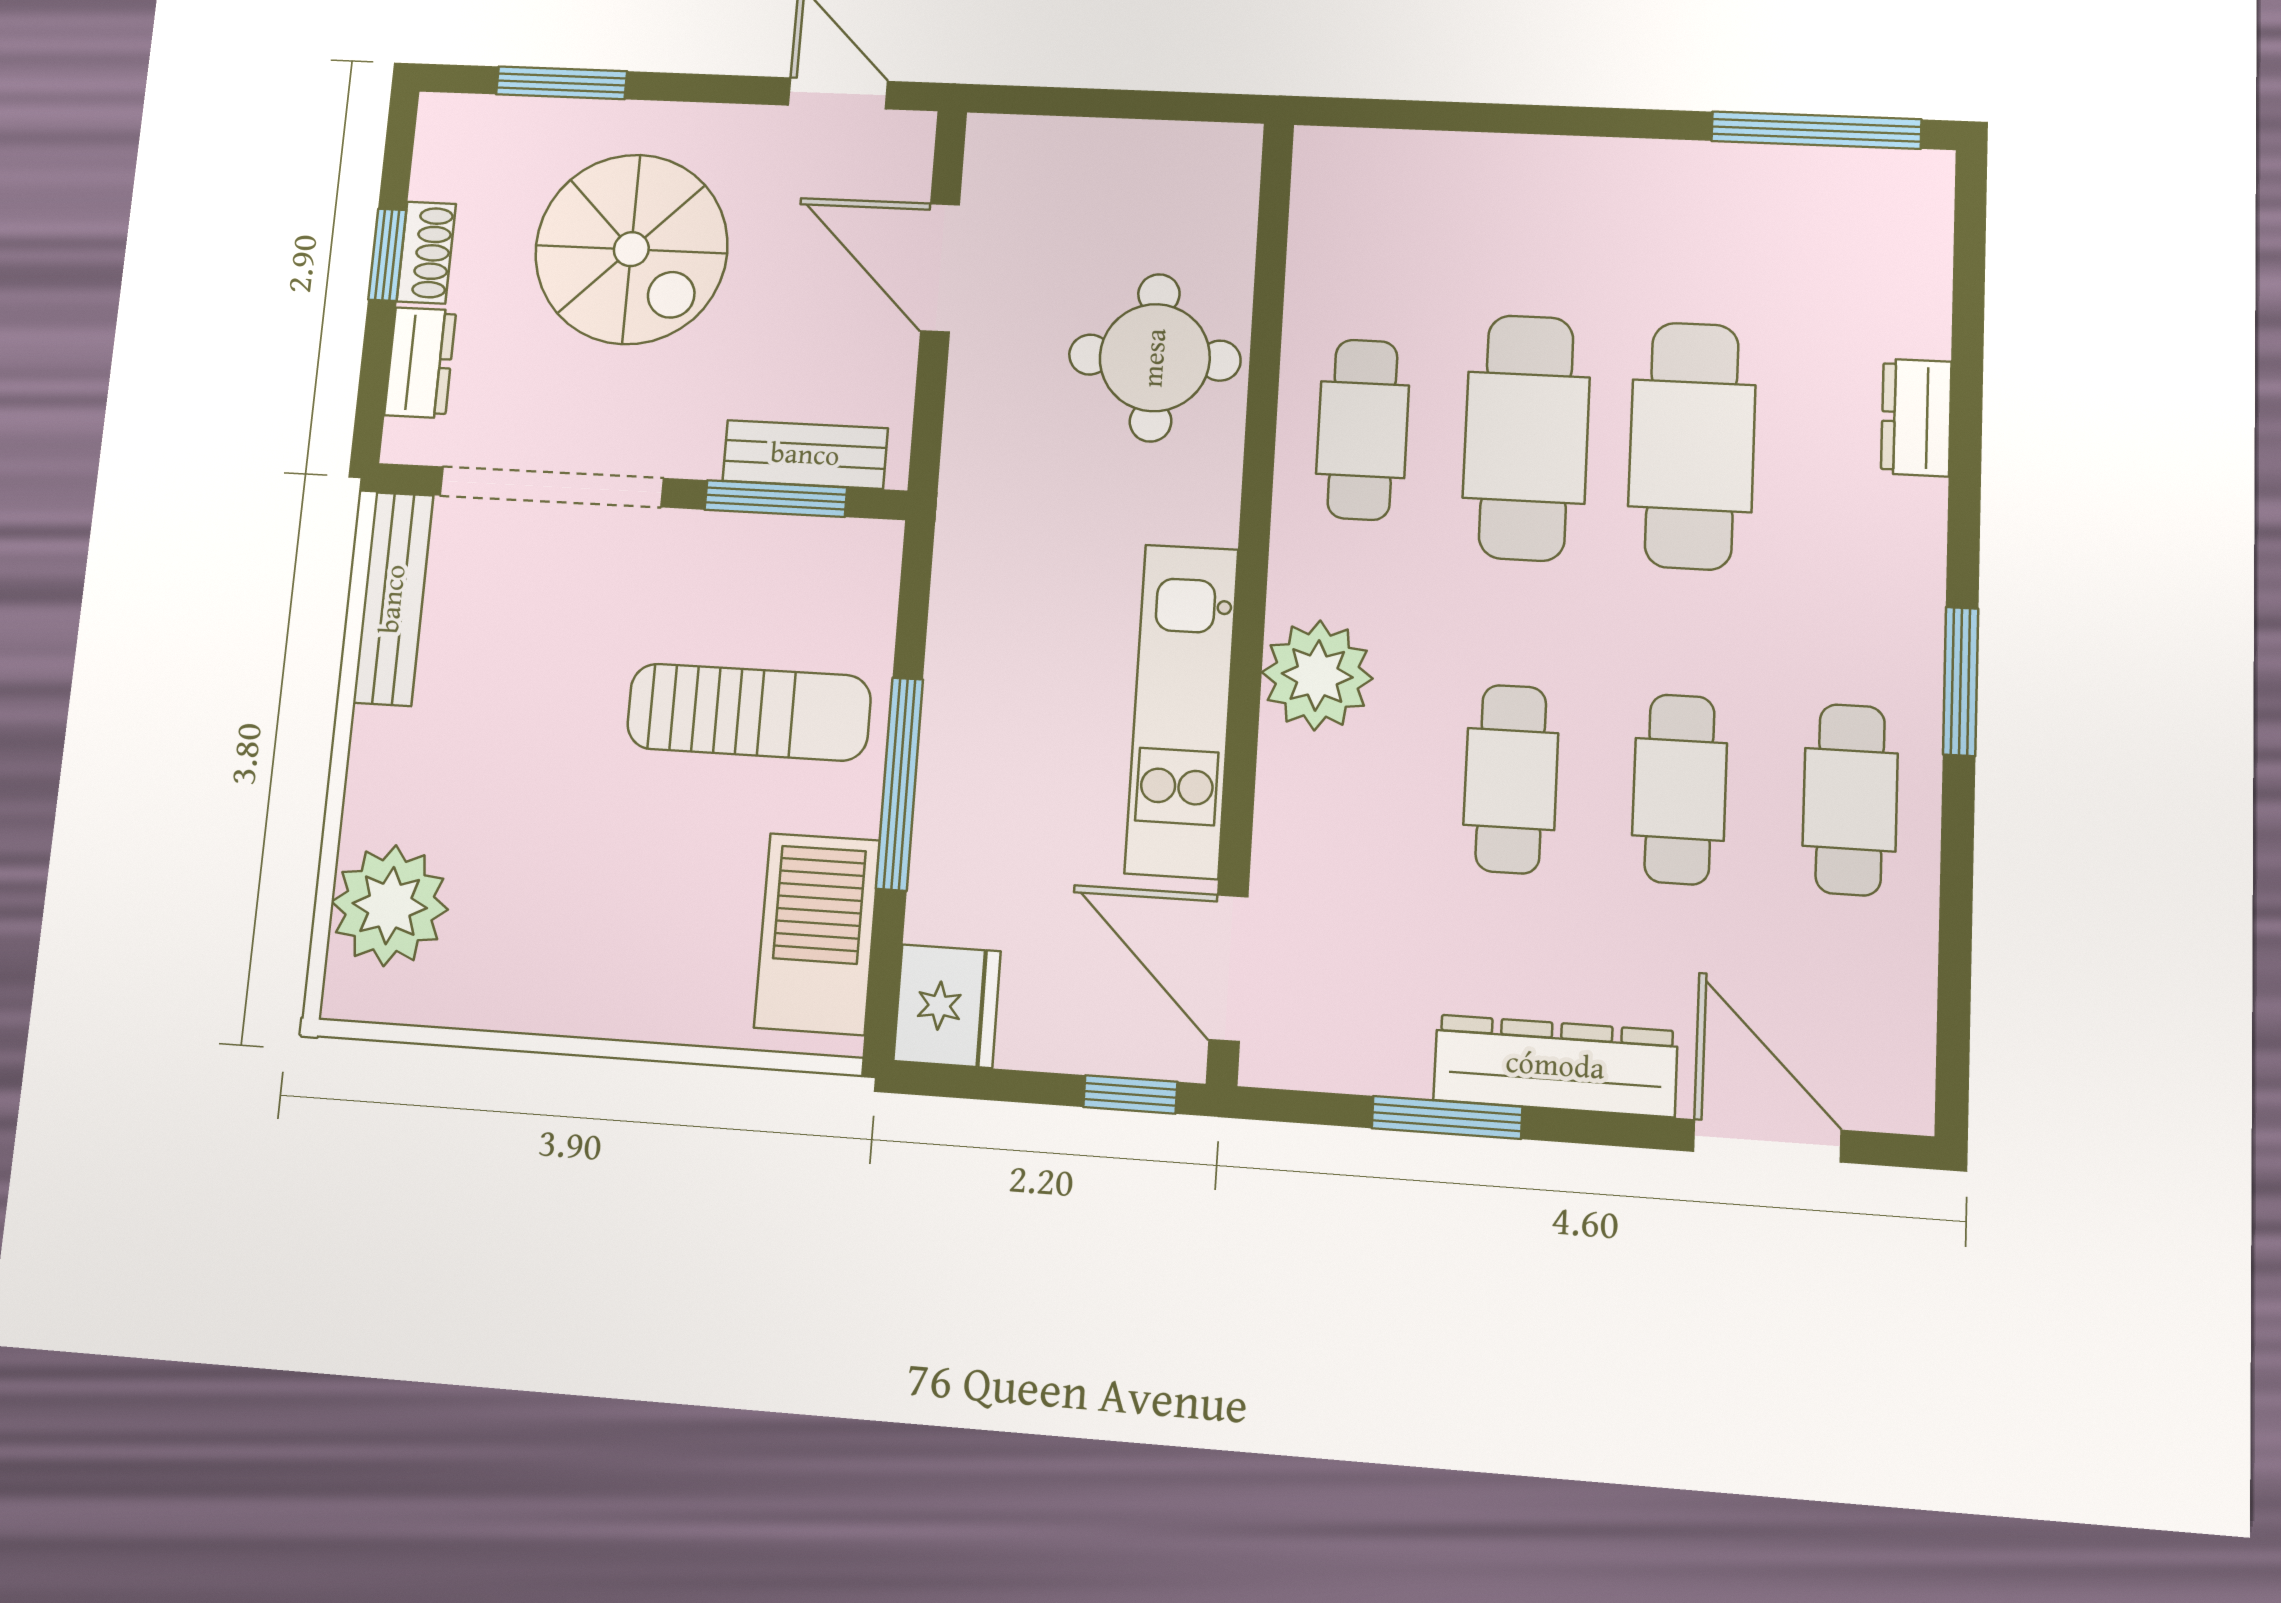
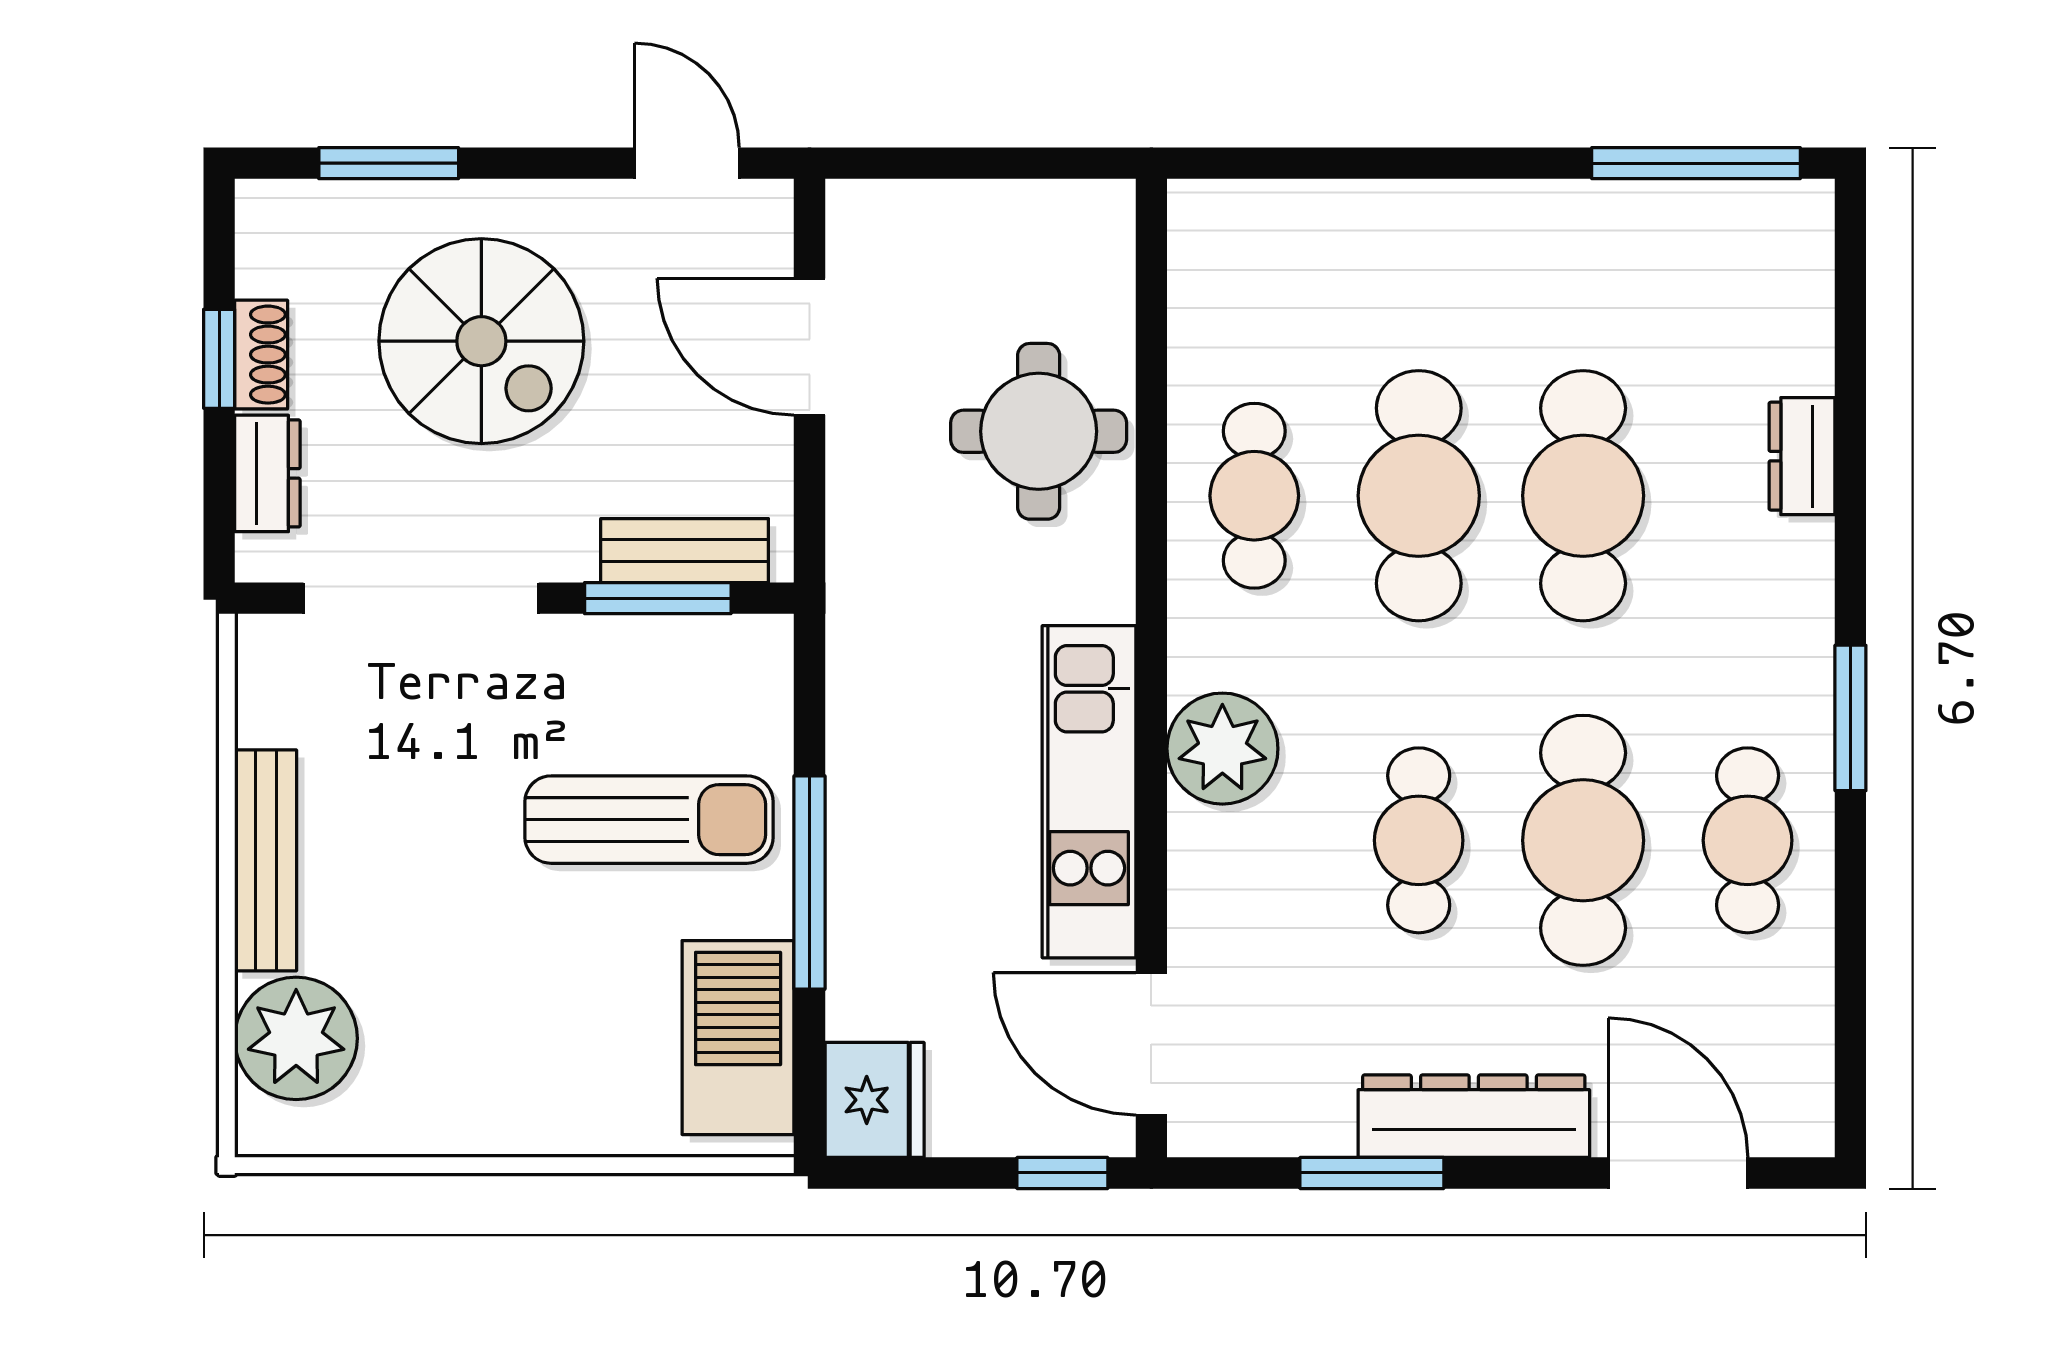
bench: (393, 599) -> (266, 860), moved
cafe table: (1680, 789) -> (1583, 840), width x1.37, depth x1.35

